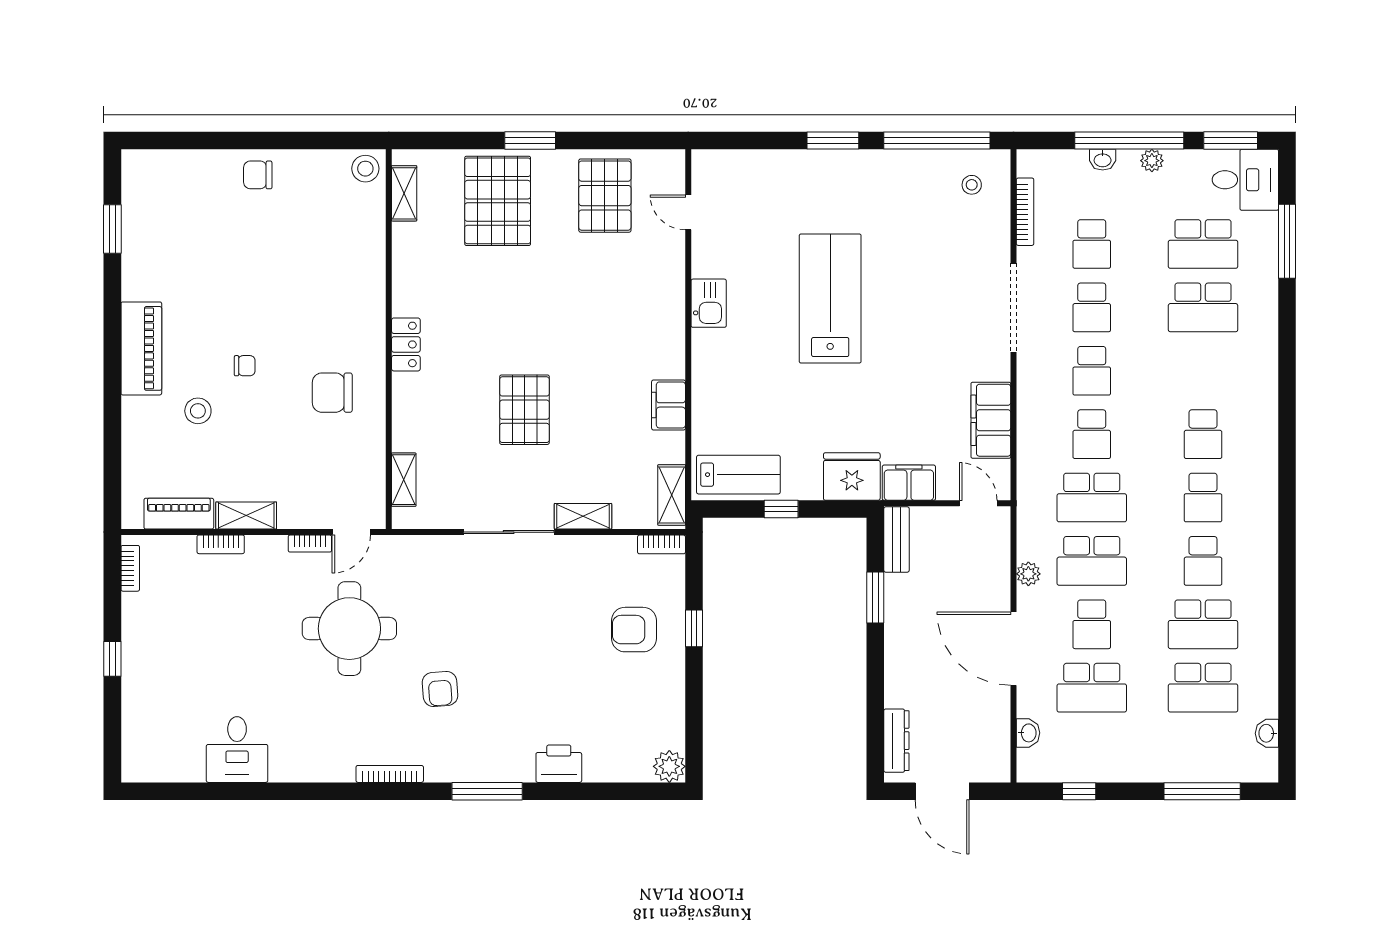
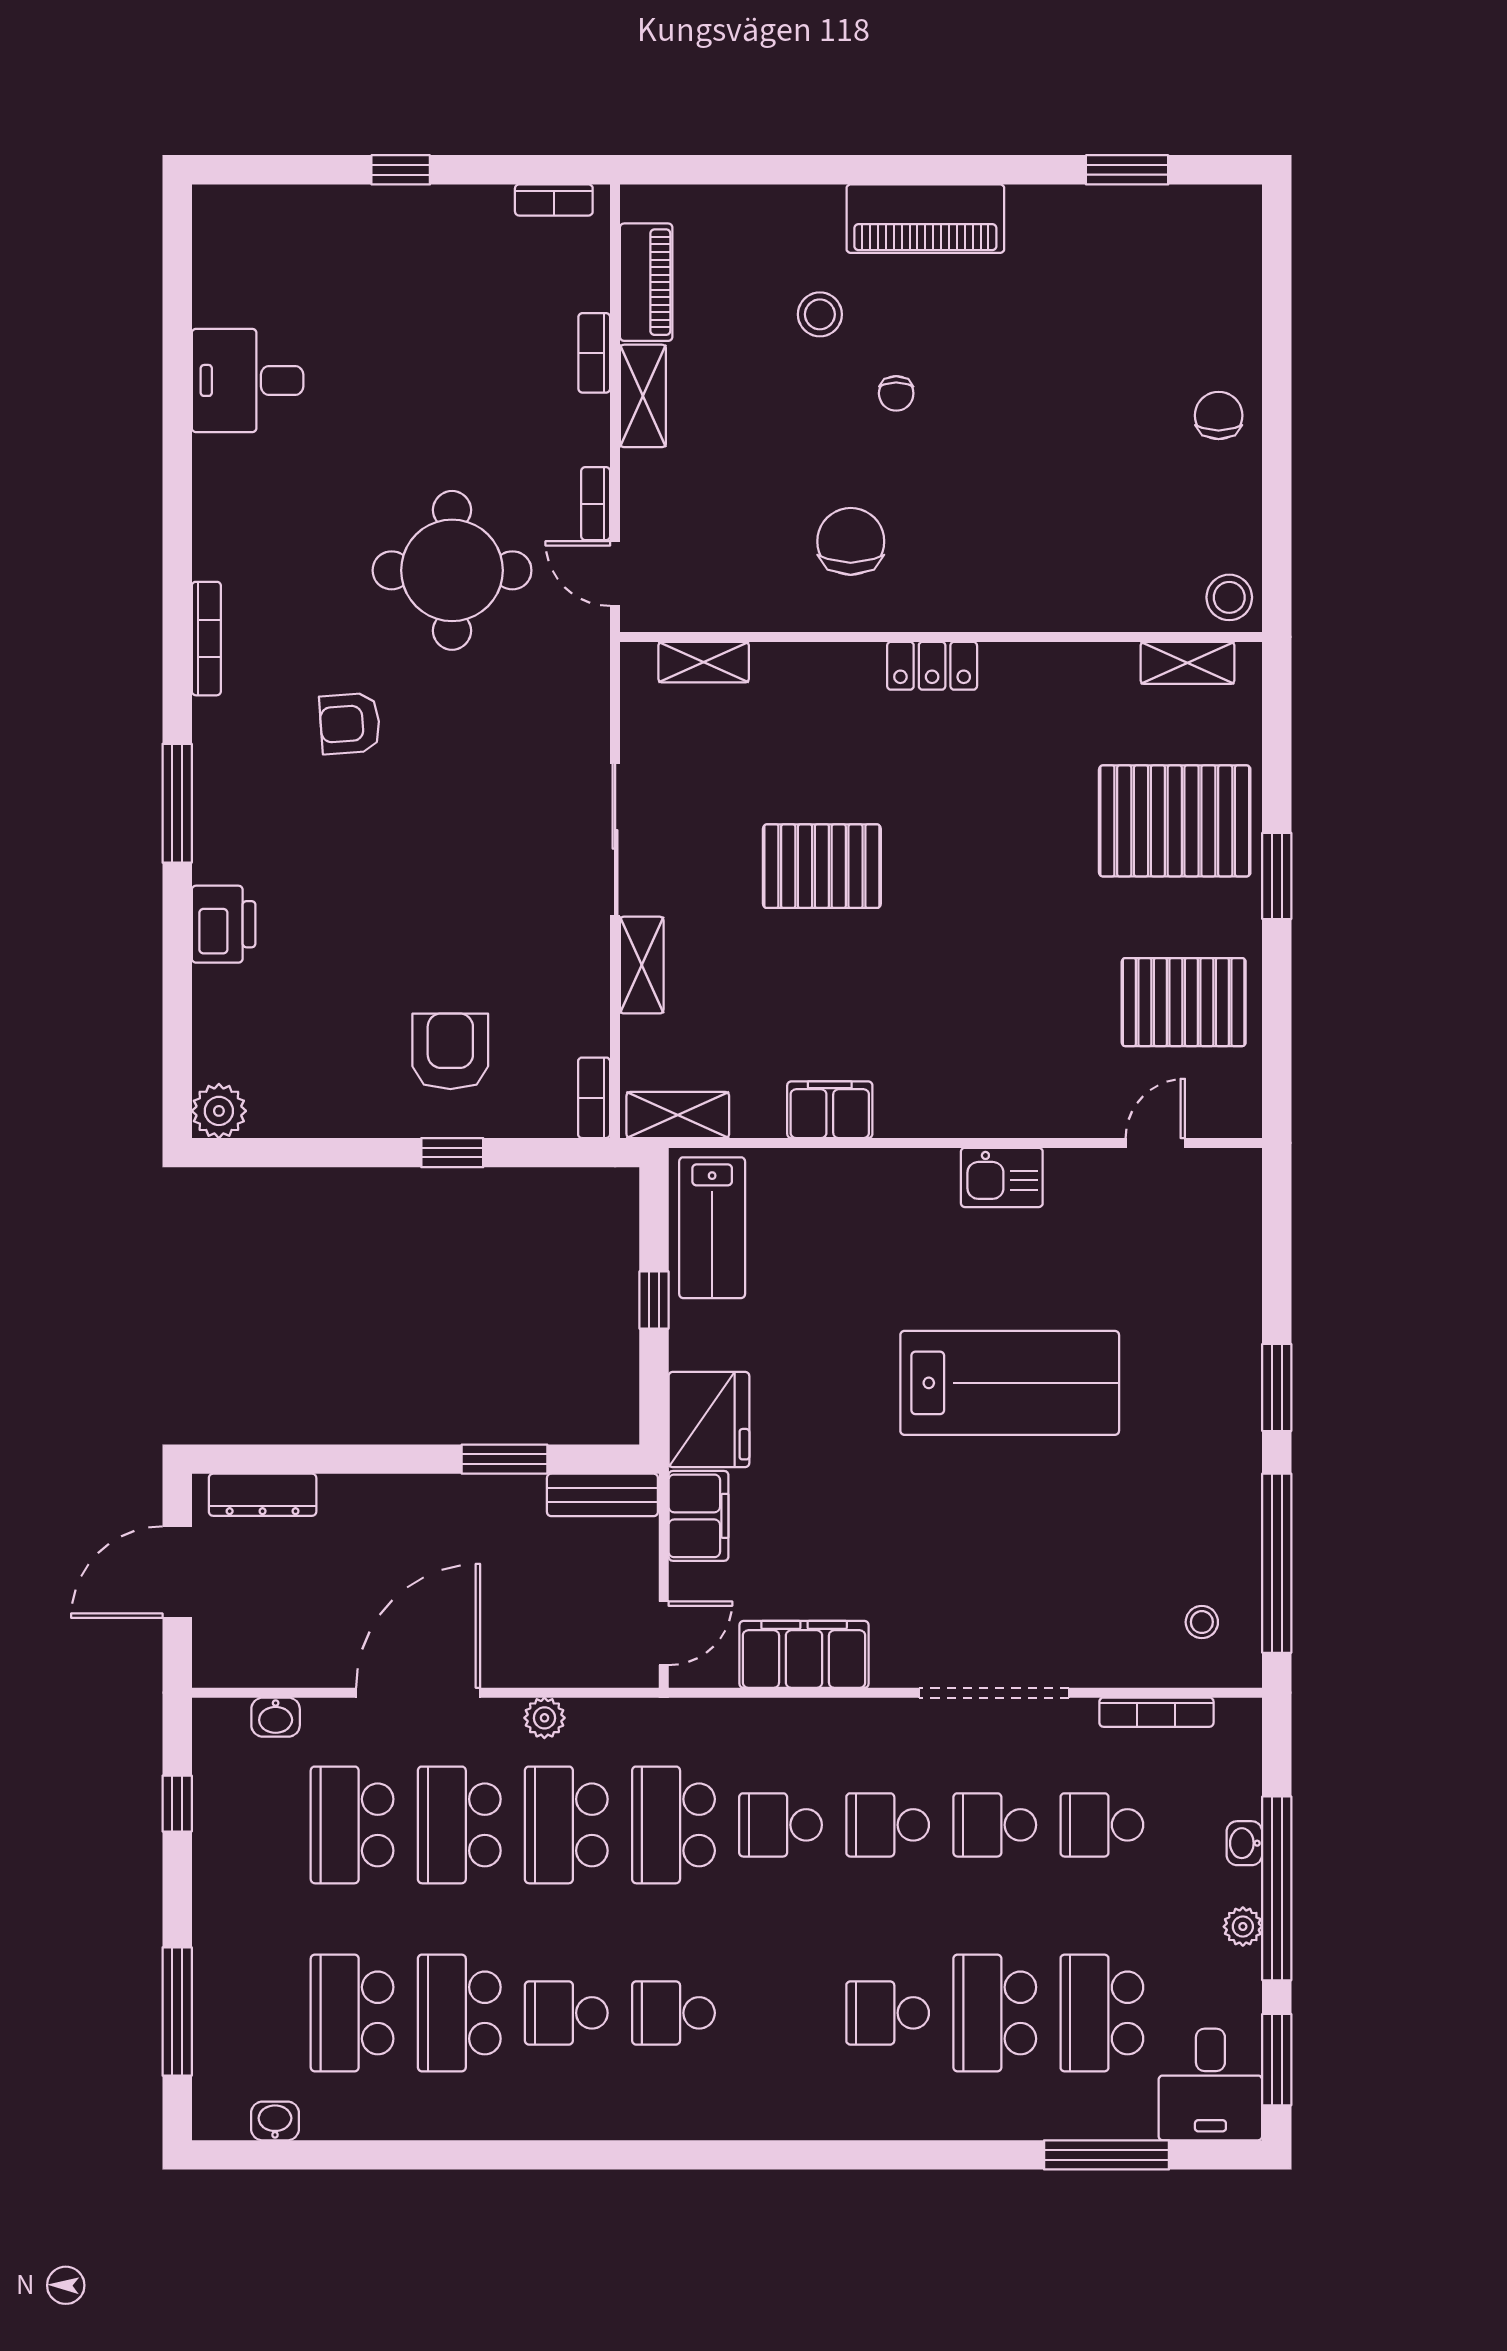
school desk: (1203, 434) -> (888, 2013), moved
school desk: (1092, 624) -> (459, 1825), width x1.85

